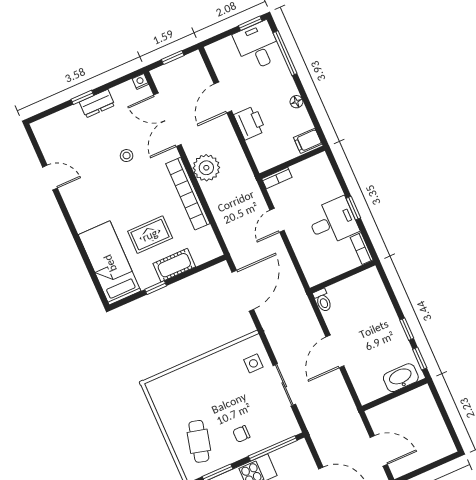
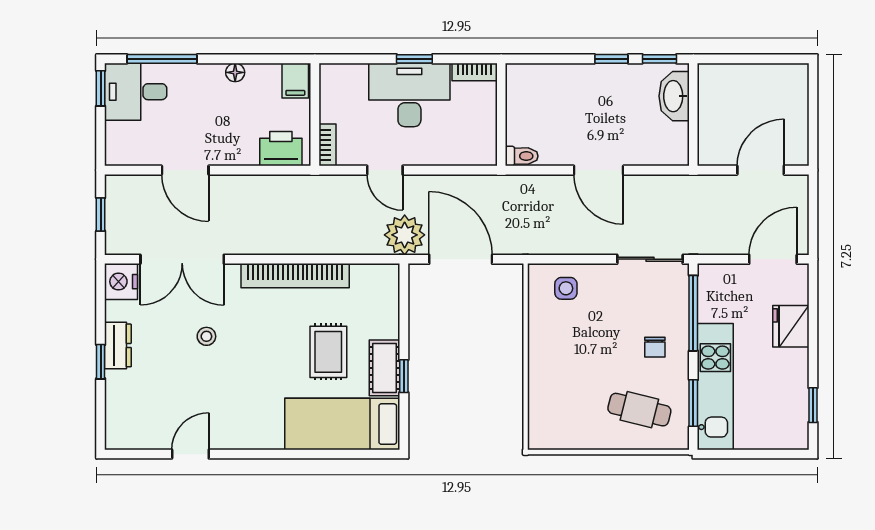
nightstand: (140, 81) -> (121, 282), width x1.89, depth x1.79
printer: (250, 123) -> (281, 149), moved
plant: (206, 168) -> (405, 235), moved
desk: (333, 222) -> (409, 95), width x1.37
cot: (174, 265) -> (385, 368), moved
sliding door: (284, 385) -> (650, 259), moved

